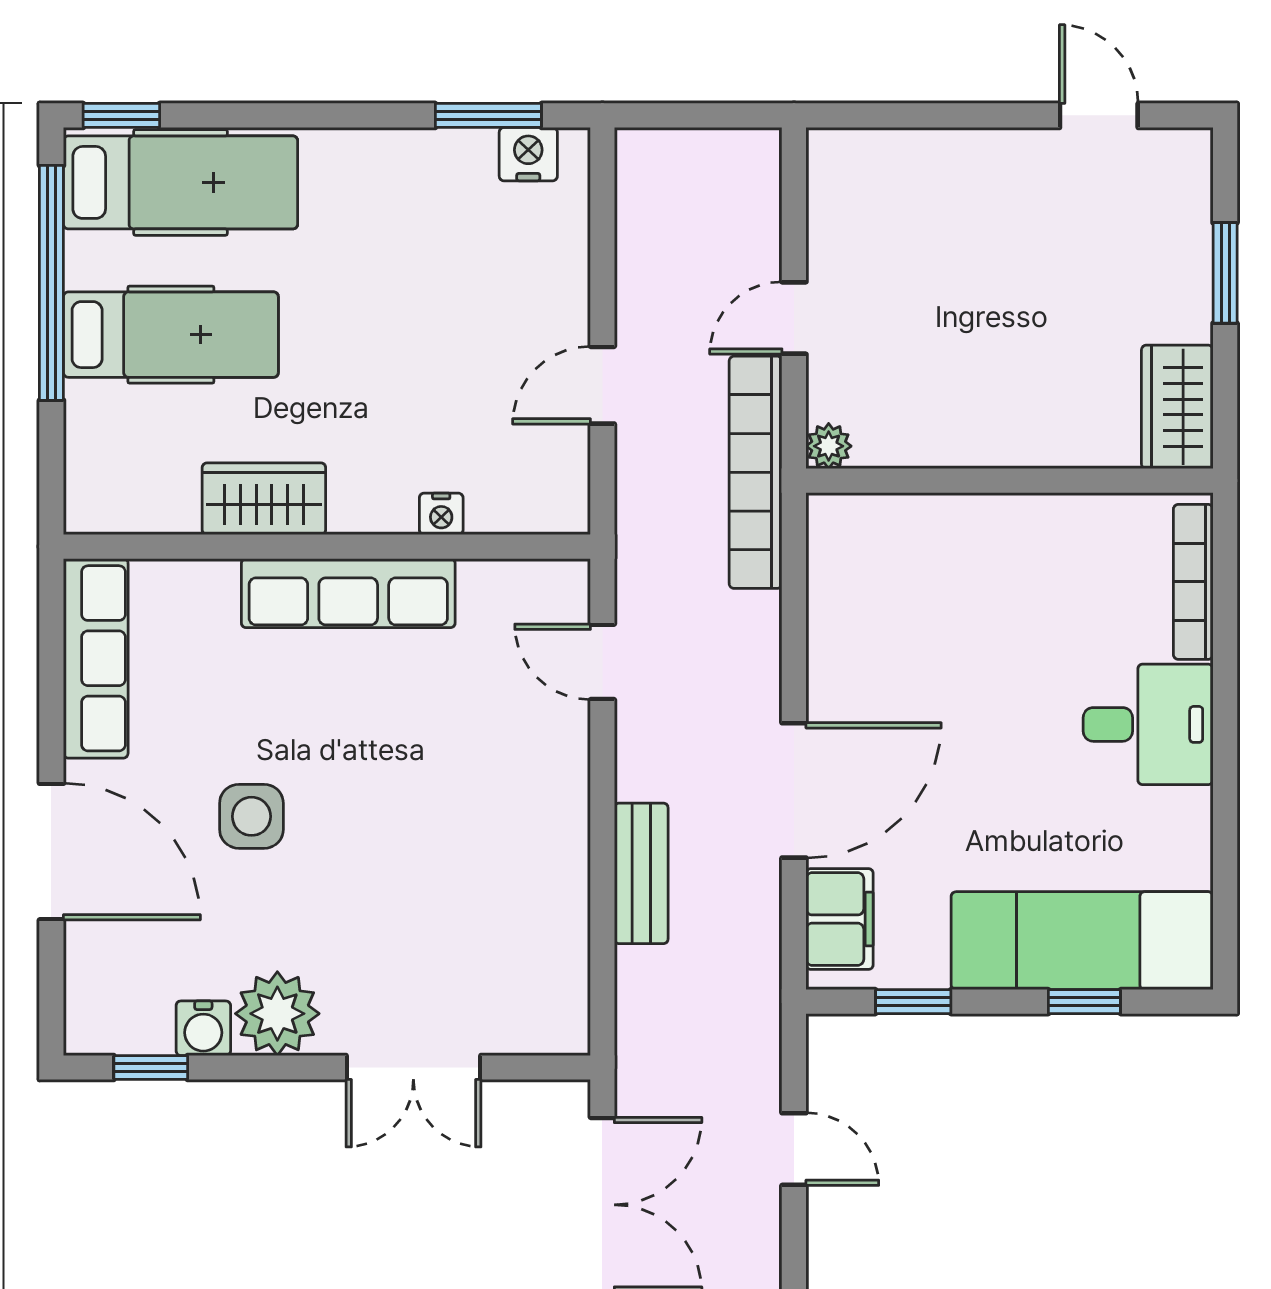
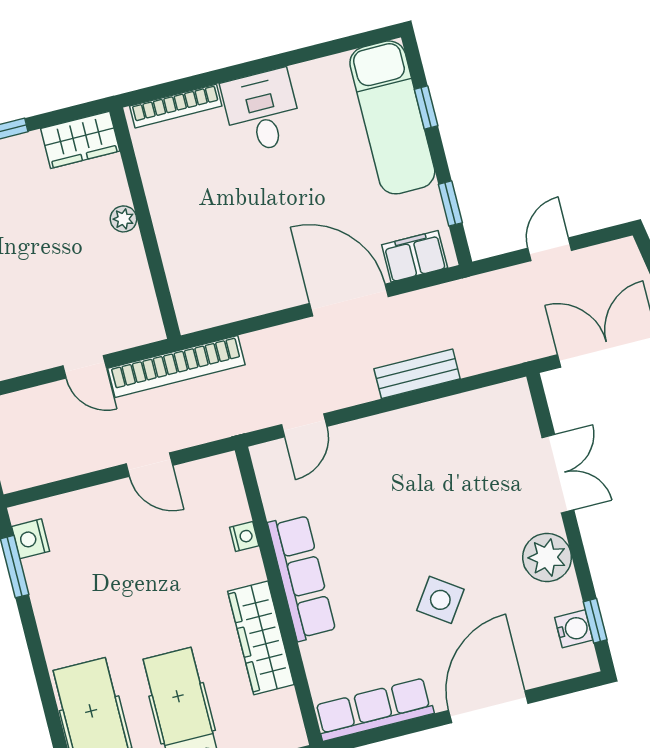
plant: (829, 446) -> (123, 219), moved
wardrobe: (264, 499) -> (261, 638), width x1.50
side table: (251, 816) -> (440, 600), turned 35
water cooler: (203, 1028) -> (574, 629), moved

